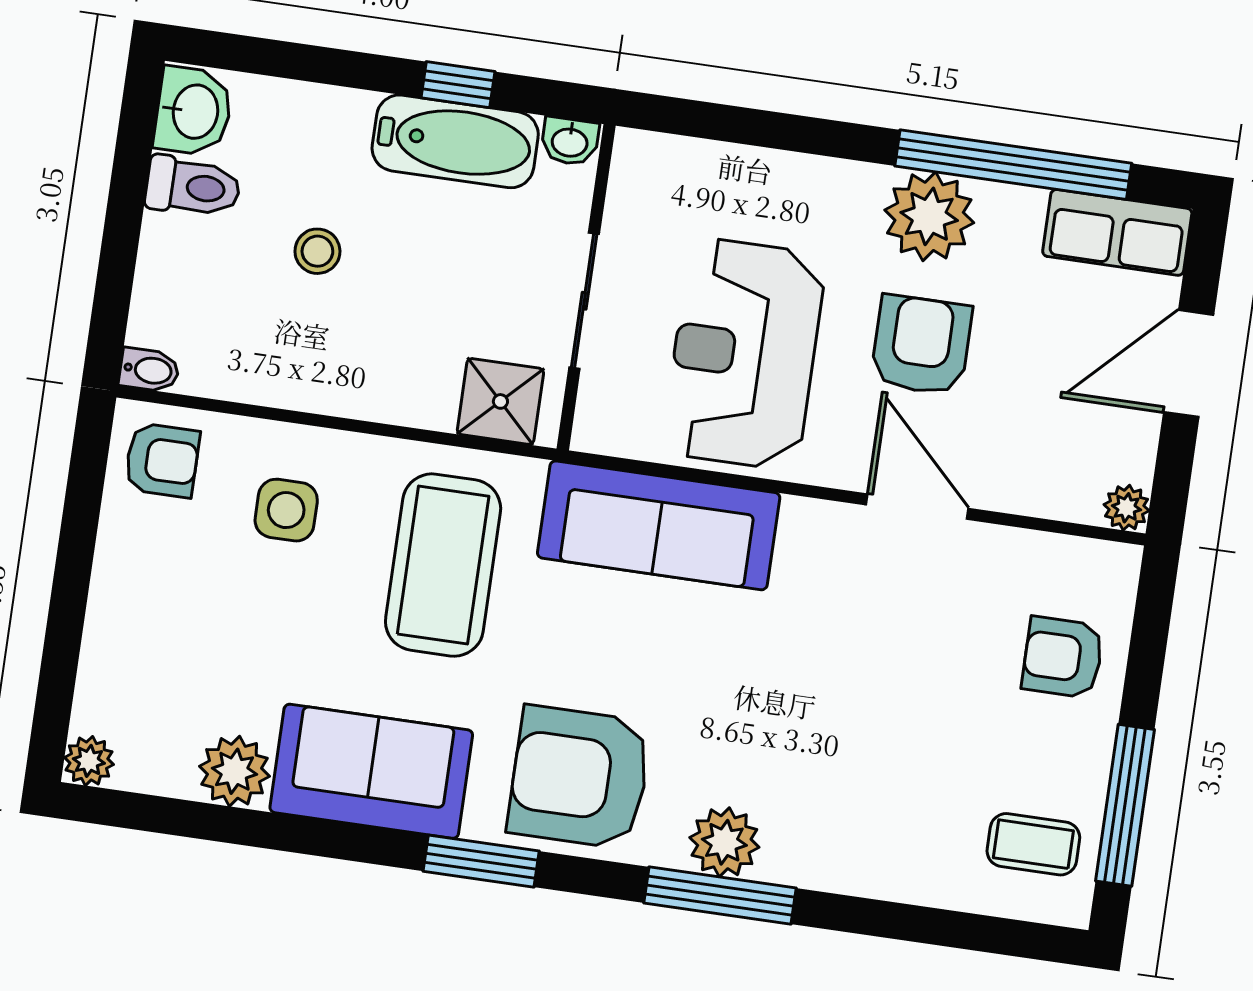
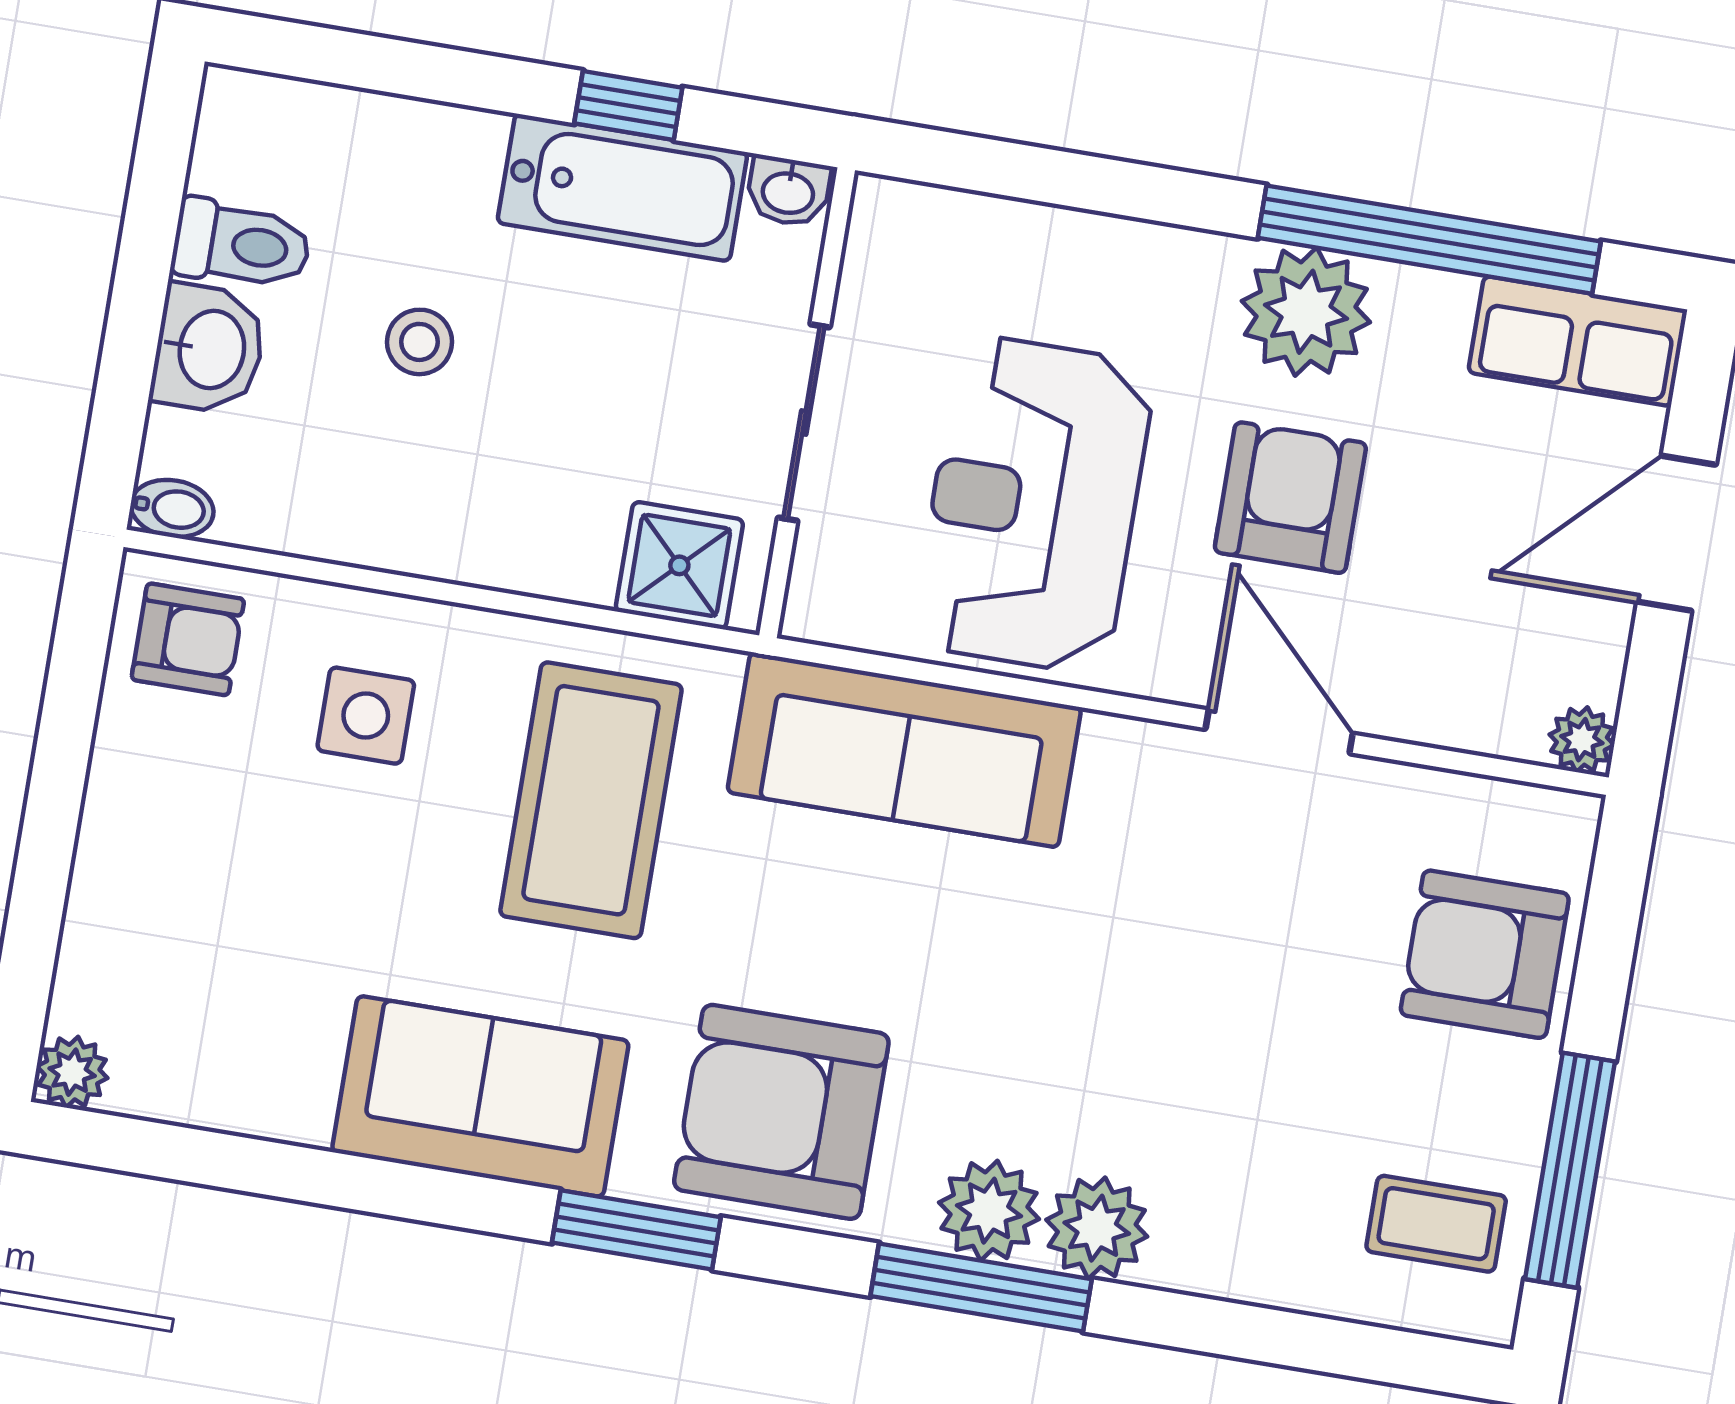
washbasin: (193, 111) -> (209, 349), moved
armchair: (1063, 657) -> (1485, 954), width x1.38, depth x1.38
plant: (234, 771) -> (1097, 1228), moved

